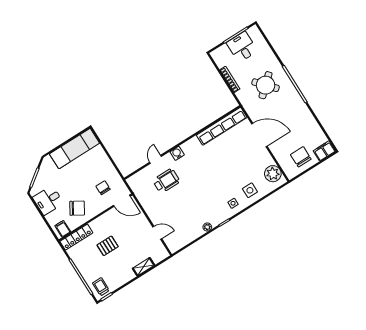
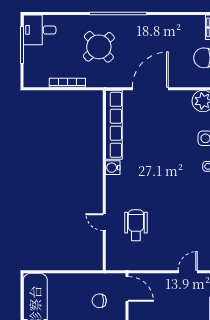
desk: (242, 47) -> (40, 30), moved
water cooler: (177, 153) -> (113, 168), moved
door: (122, 201) -> (127, 289), hinge flipped

